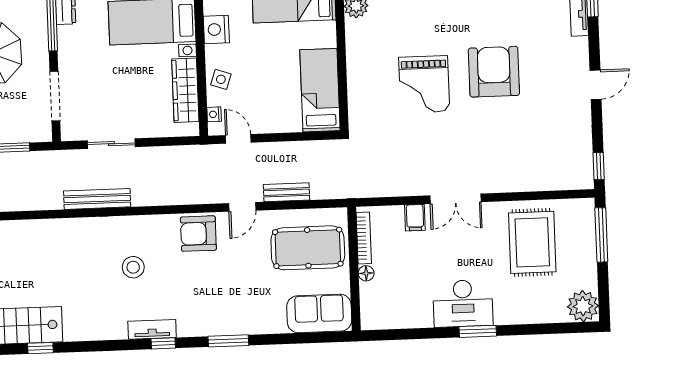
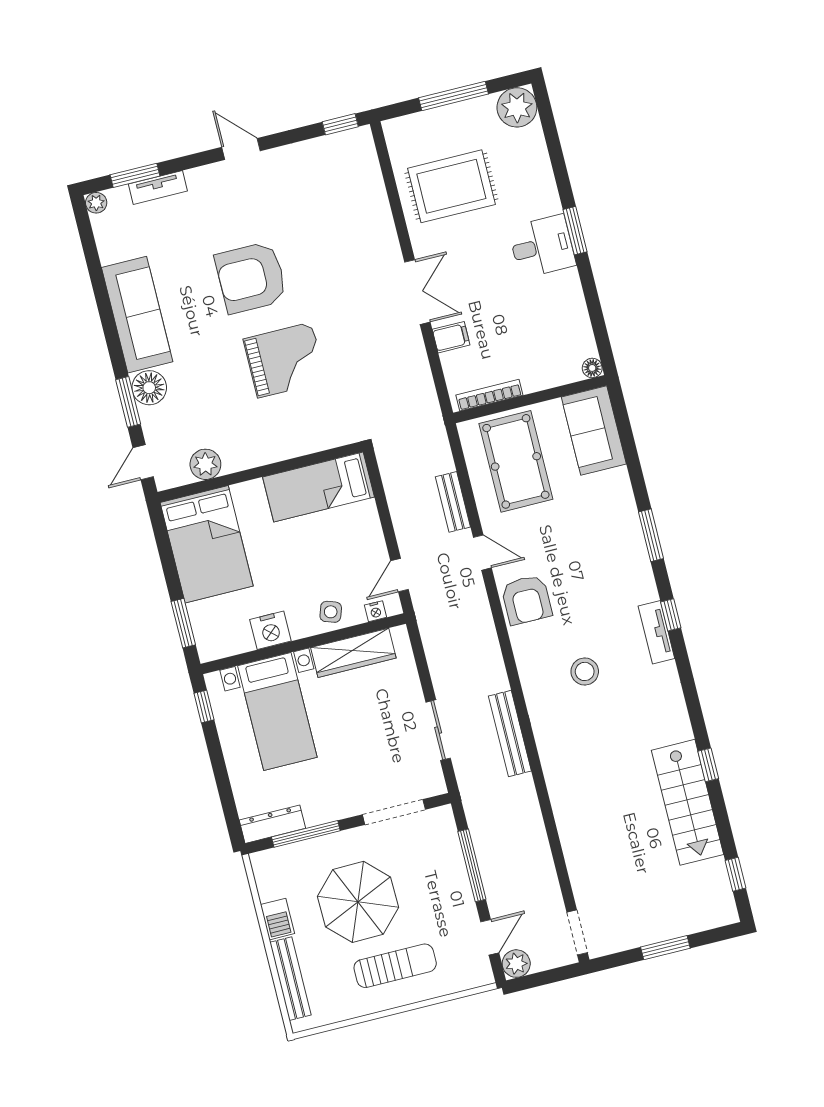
window: (601, 235) -> (454, 96), moved
floor lamp: (366, 273) -> (592, 368), moved
desk: (463, 303) -> (542, 246), width x0.73

